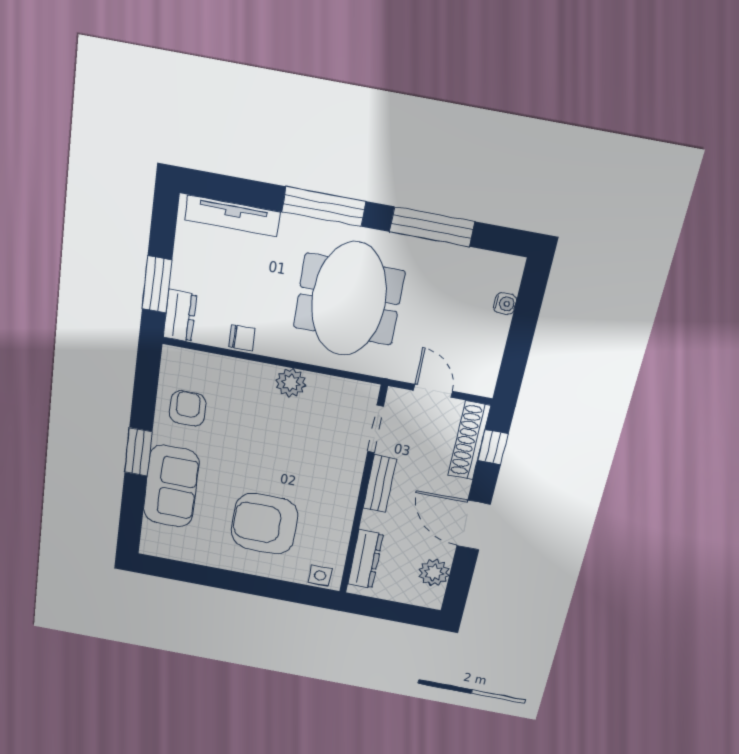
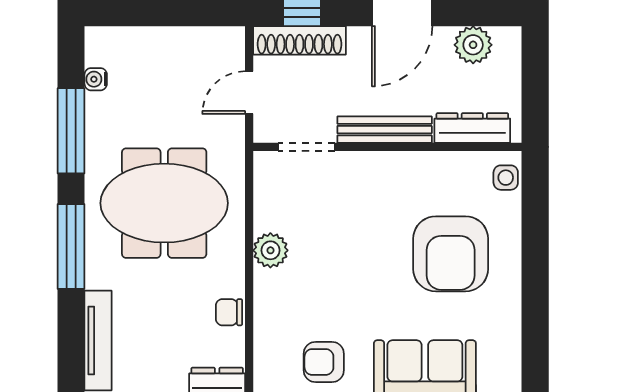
water cooler: (505, 304) -> (96, 79), moved, turned -90
chair: (242, 338) -> (229, 312), turned -90
bench: (380, 484) -> (385, 130), width x1.36

